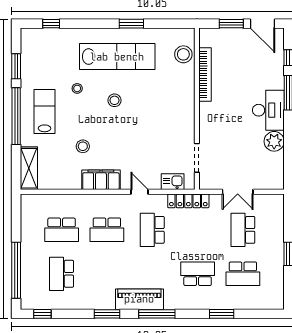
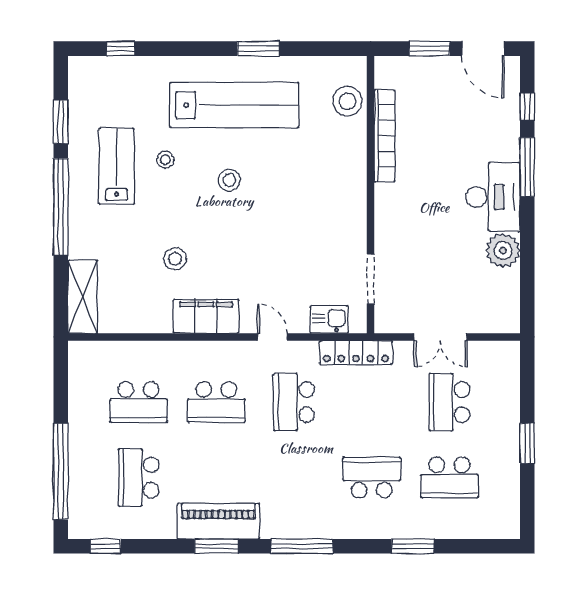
lab bench: (45, 111) -> (116, 166), moved
piano: (139, 299) -> (218, 521), moved

